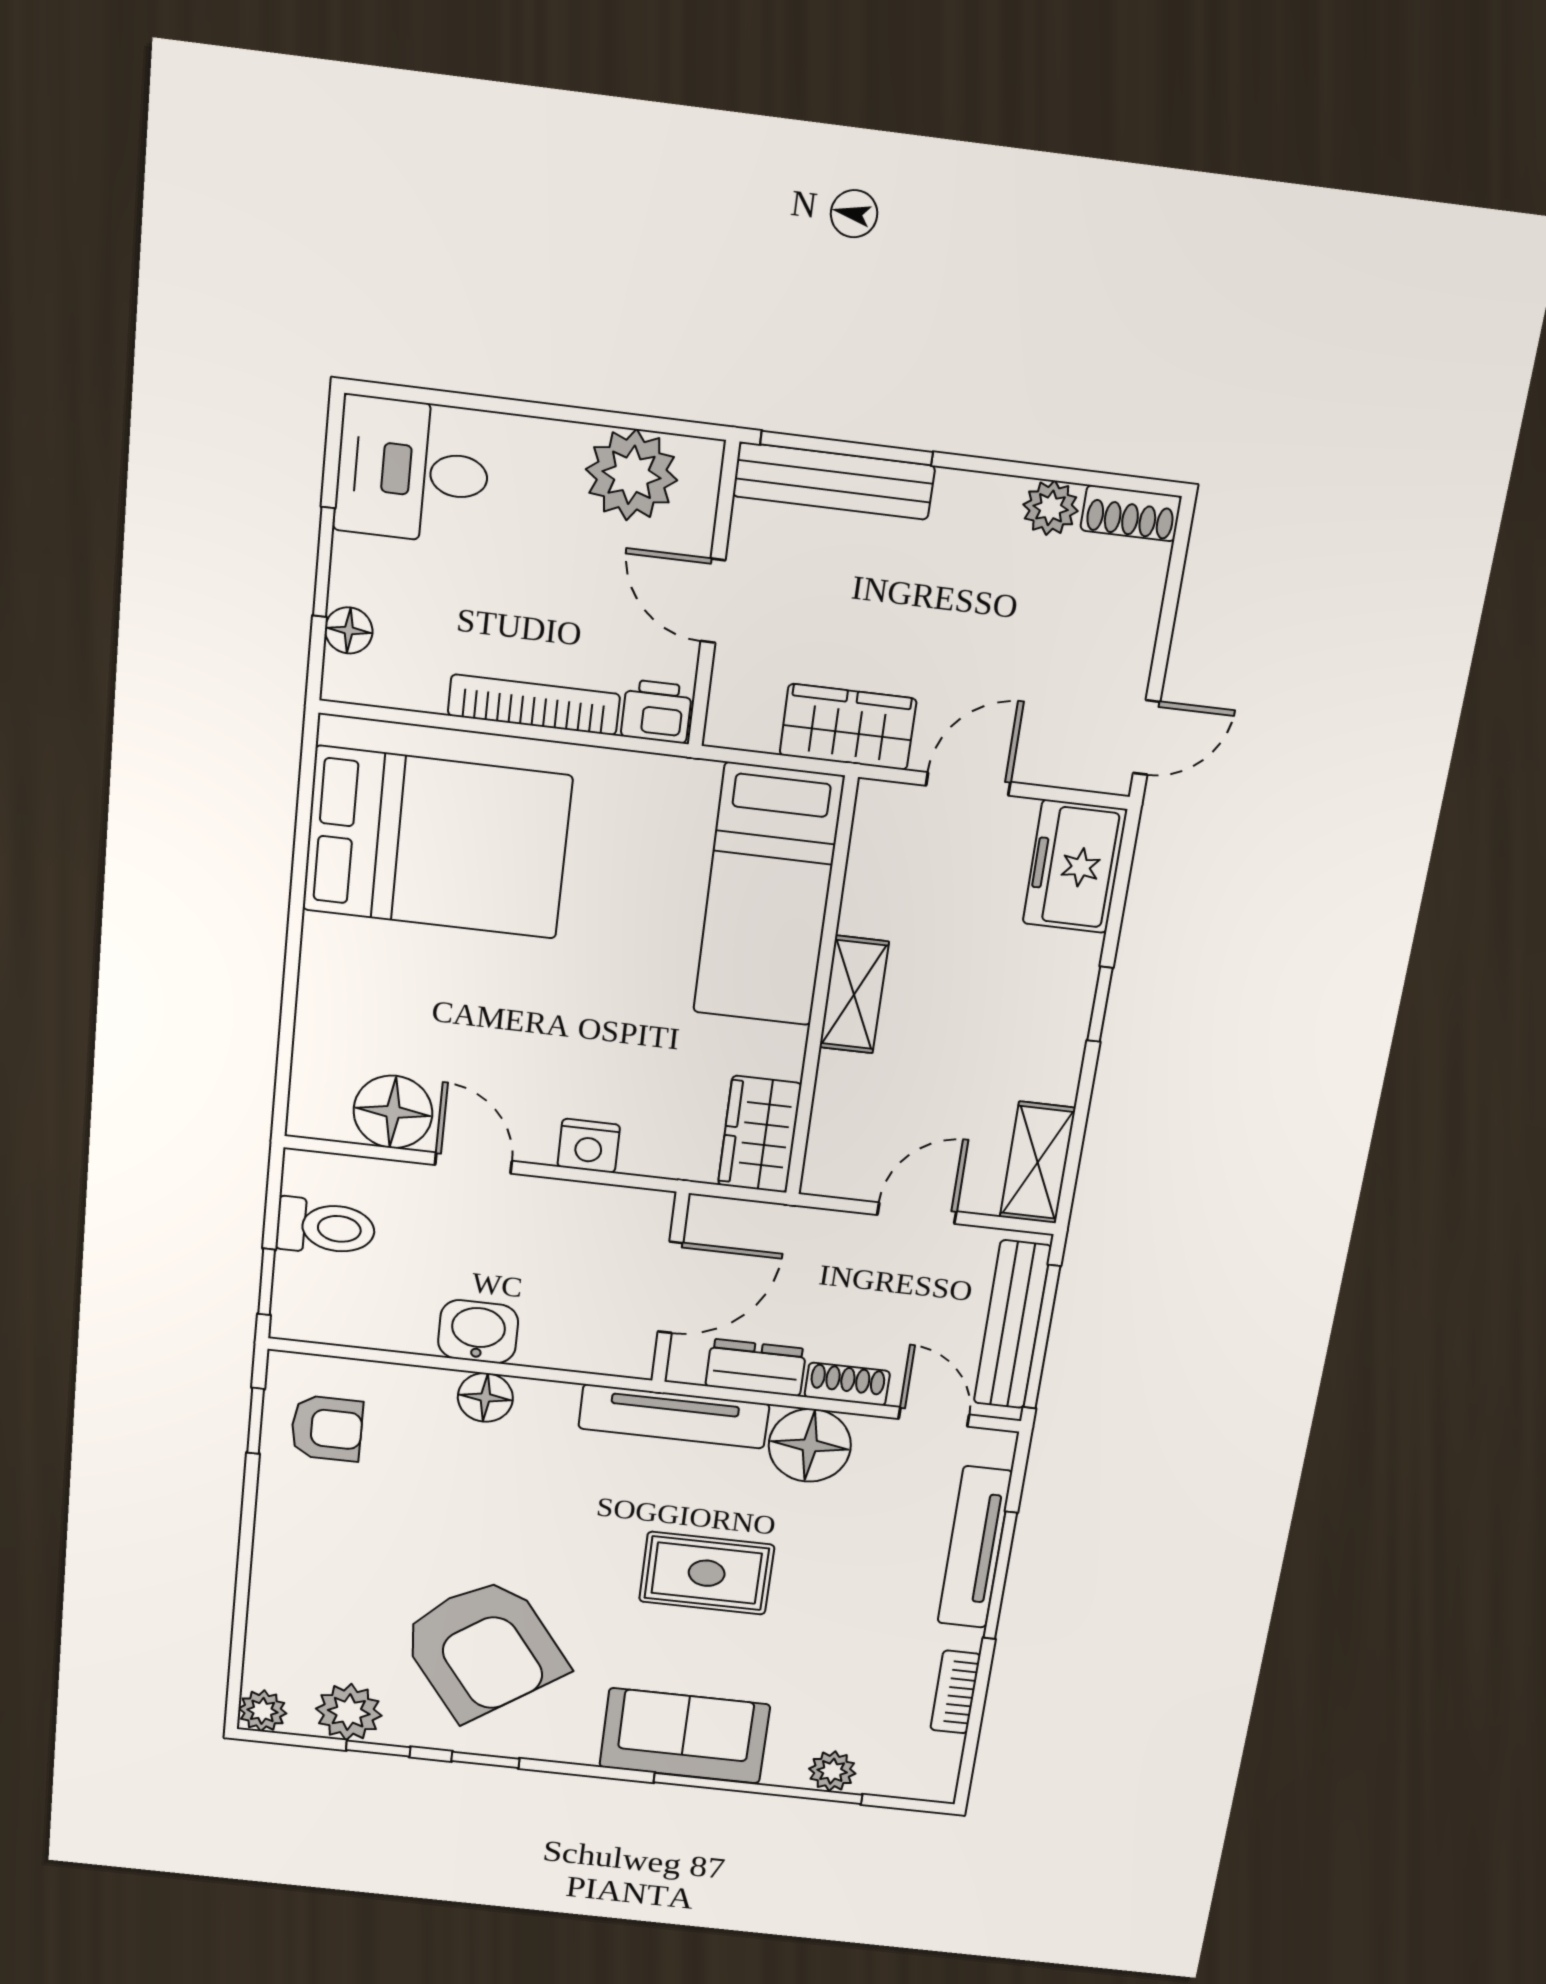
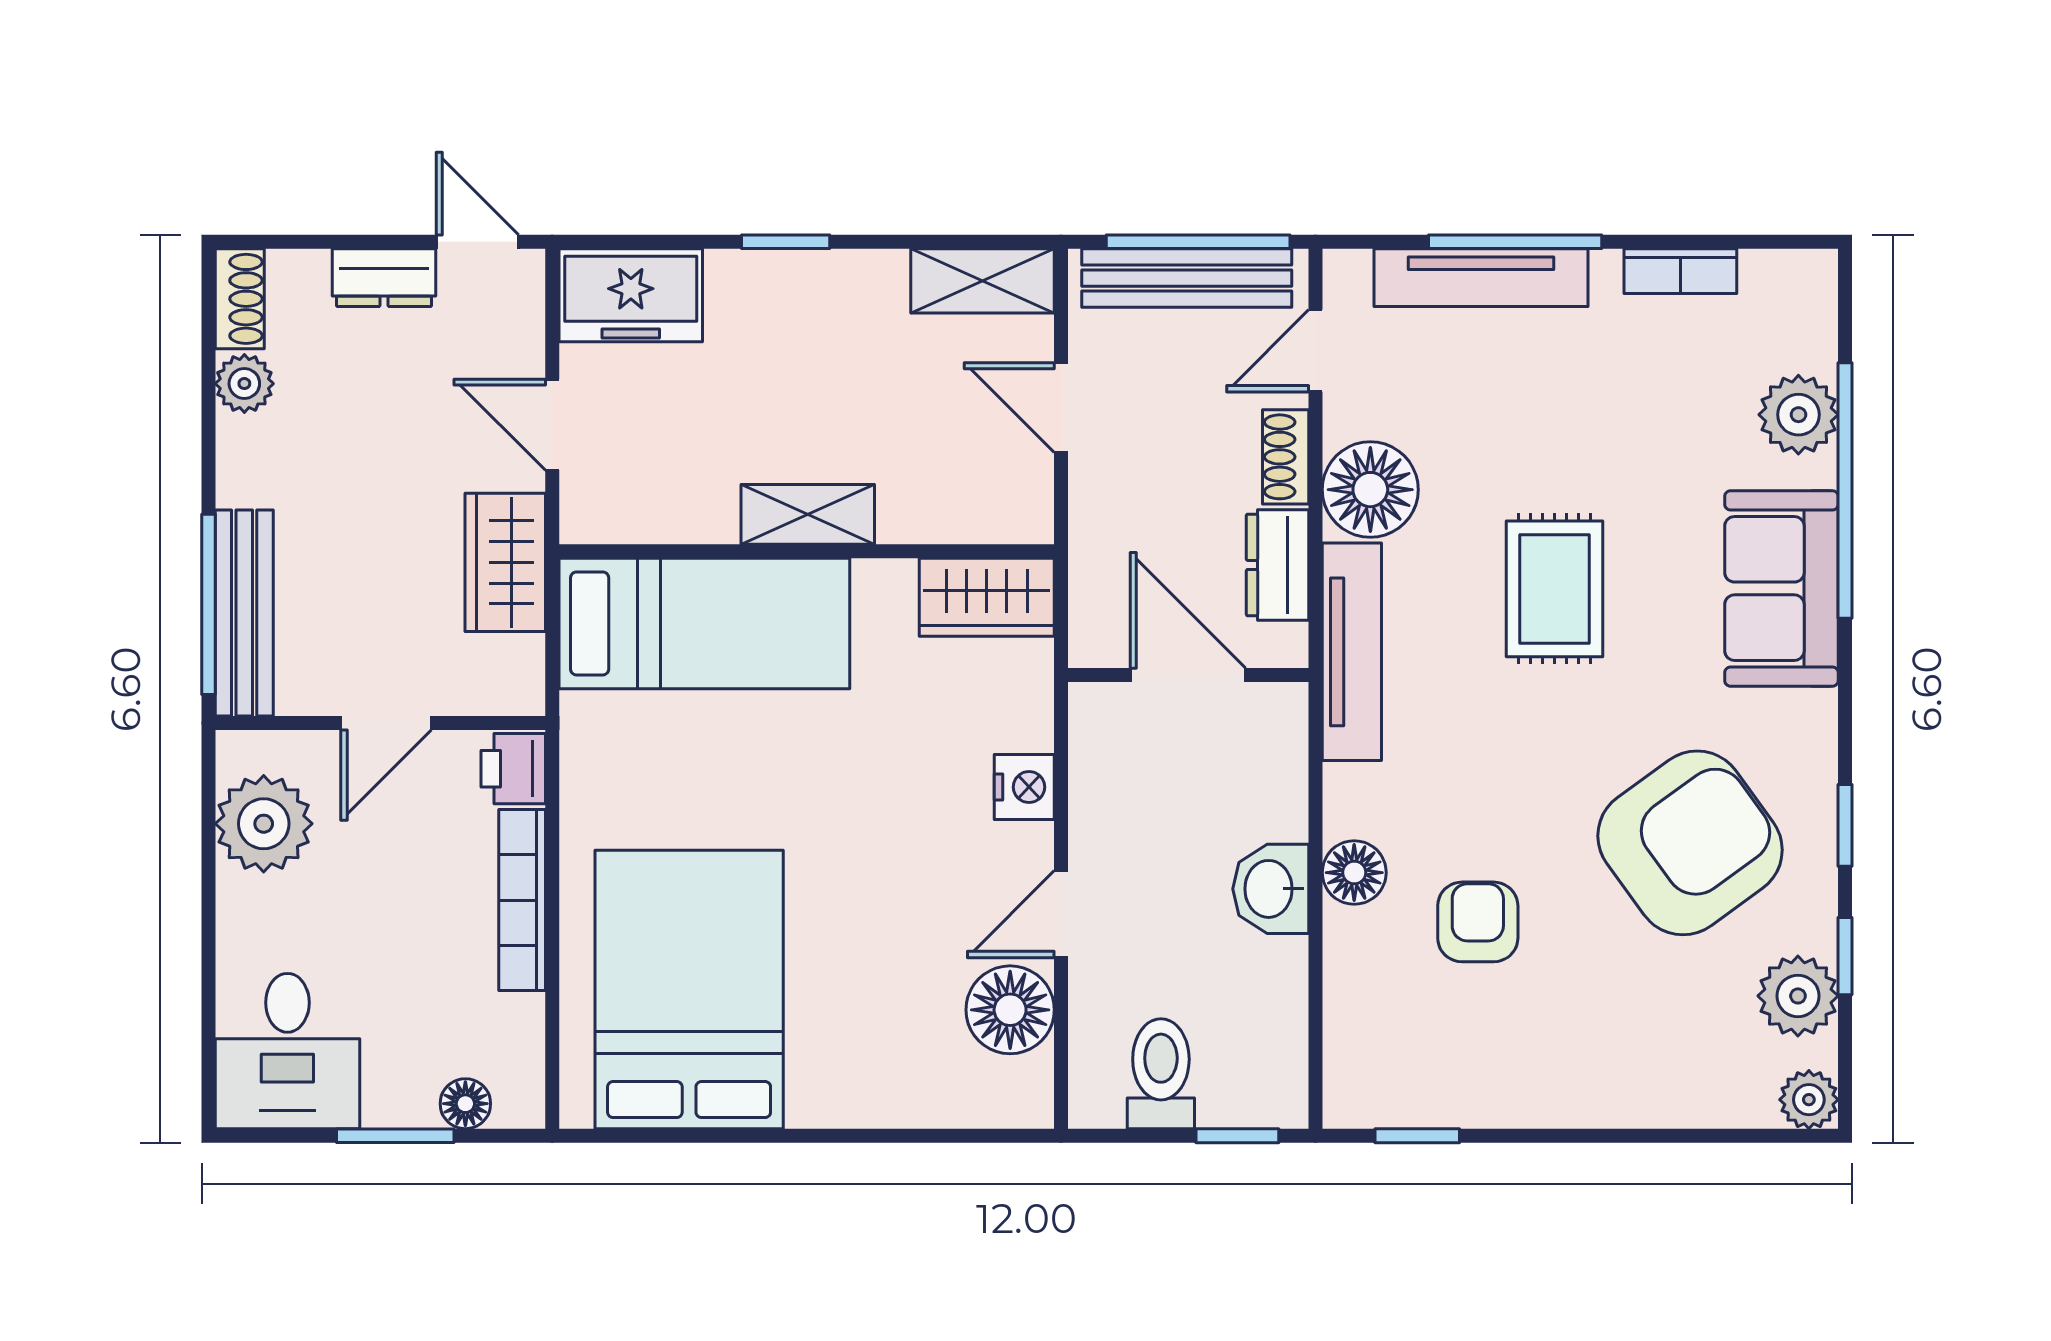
dresser: (1128, 649) -> (384, 278), added
armchair: (327, 1428) -> (1478, 922), moved
plant: (832, 1771) -> (1798, 415), width x1.38, depth x1.38

